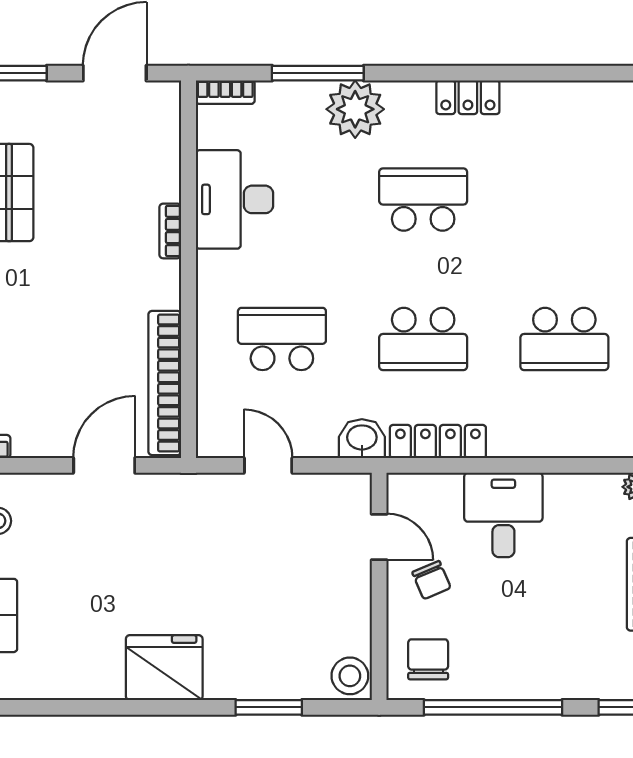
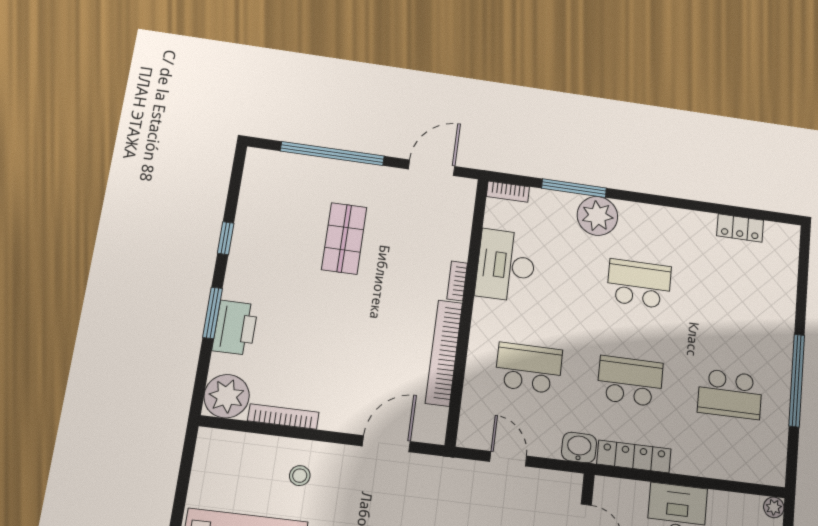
locker: (468, 97) -> (740, 228), moved
school desk: (423, 339) -> (630, 381), turned 180
bookcase: (165, 383) -> (444, 353), moved

